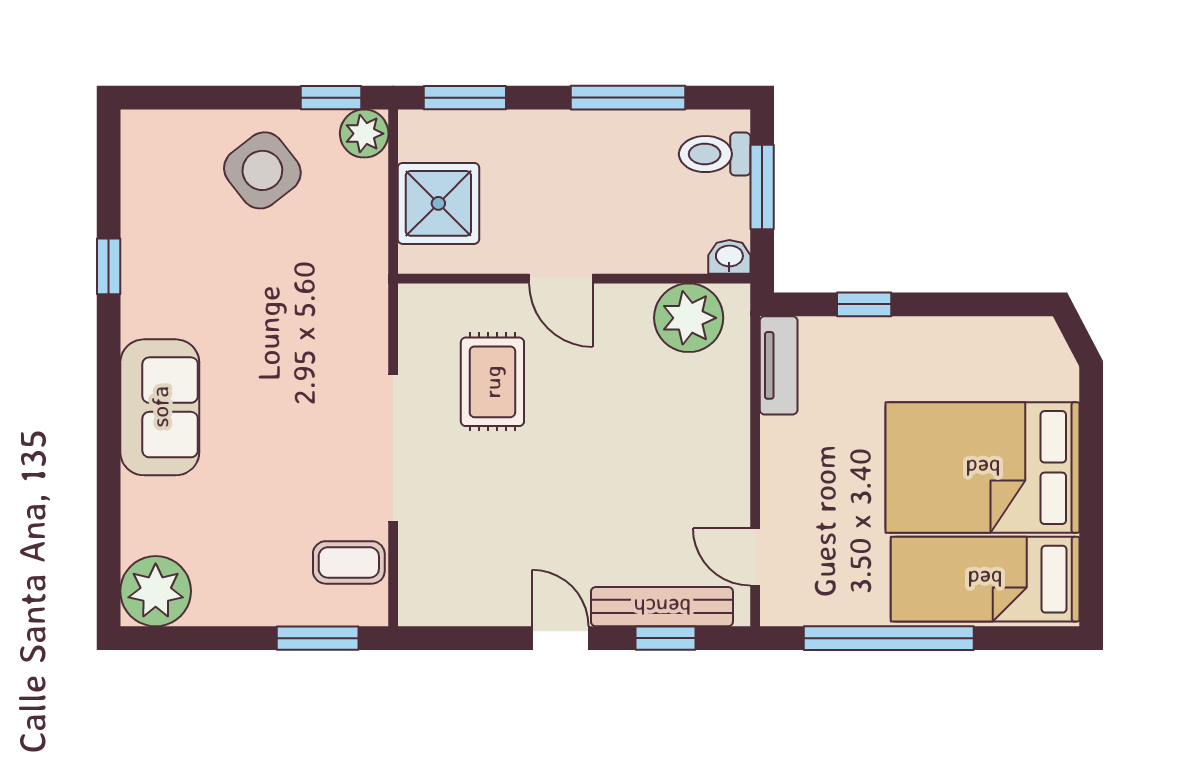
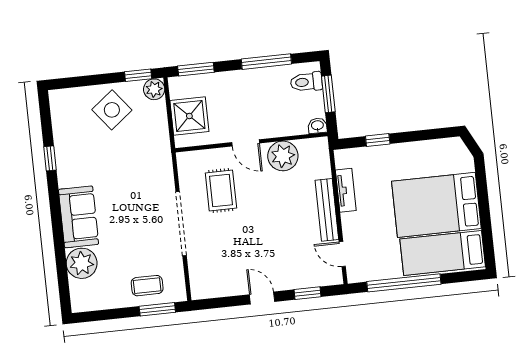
plant: (689, 318) -> (283, 156), moved
tv unit: (779, 365) -> (346, 190), moved
coffee table: (349, 562) -> (147, 286), moved
plant: (156, 591) -> (82, 263), moved
bench: (662, 607) -> (327, 210), moved, turned 90

